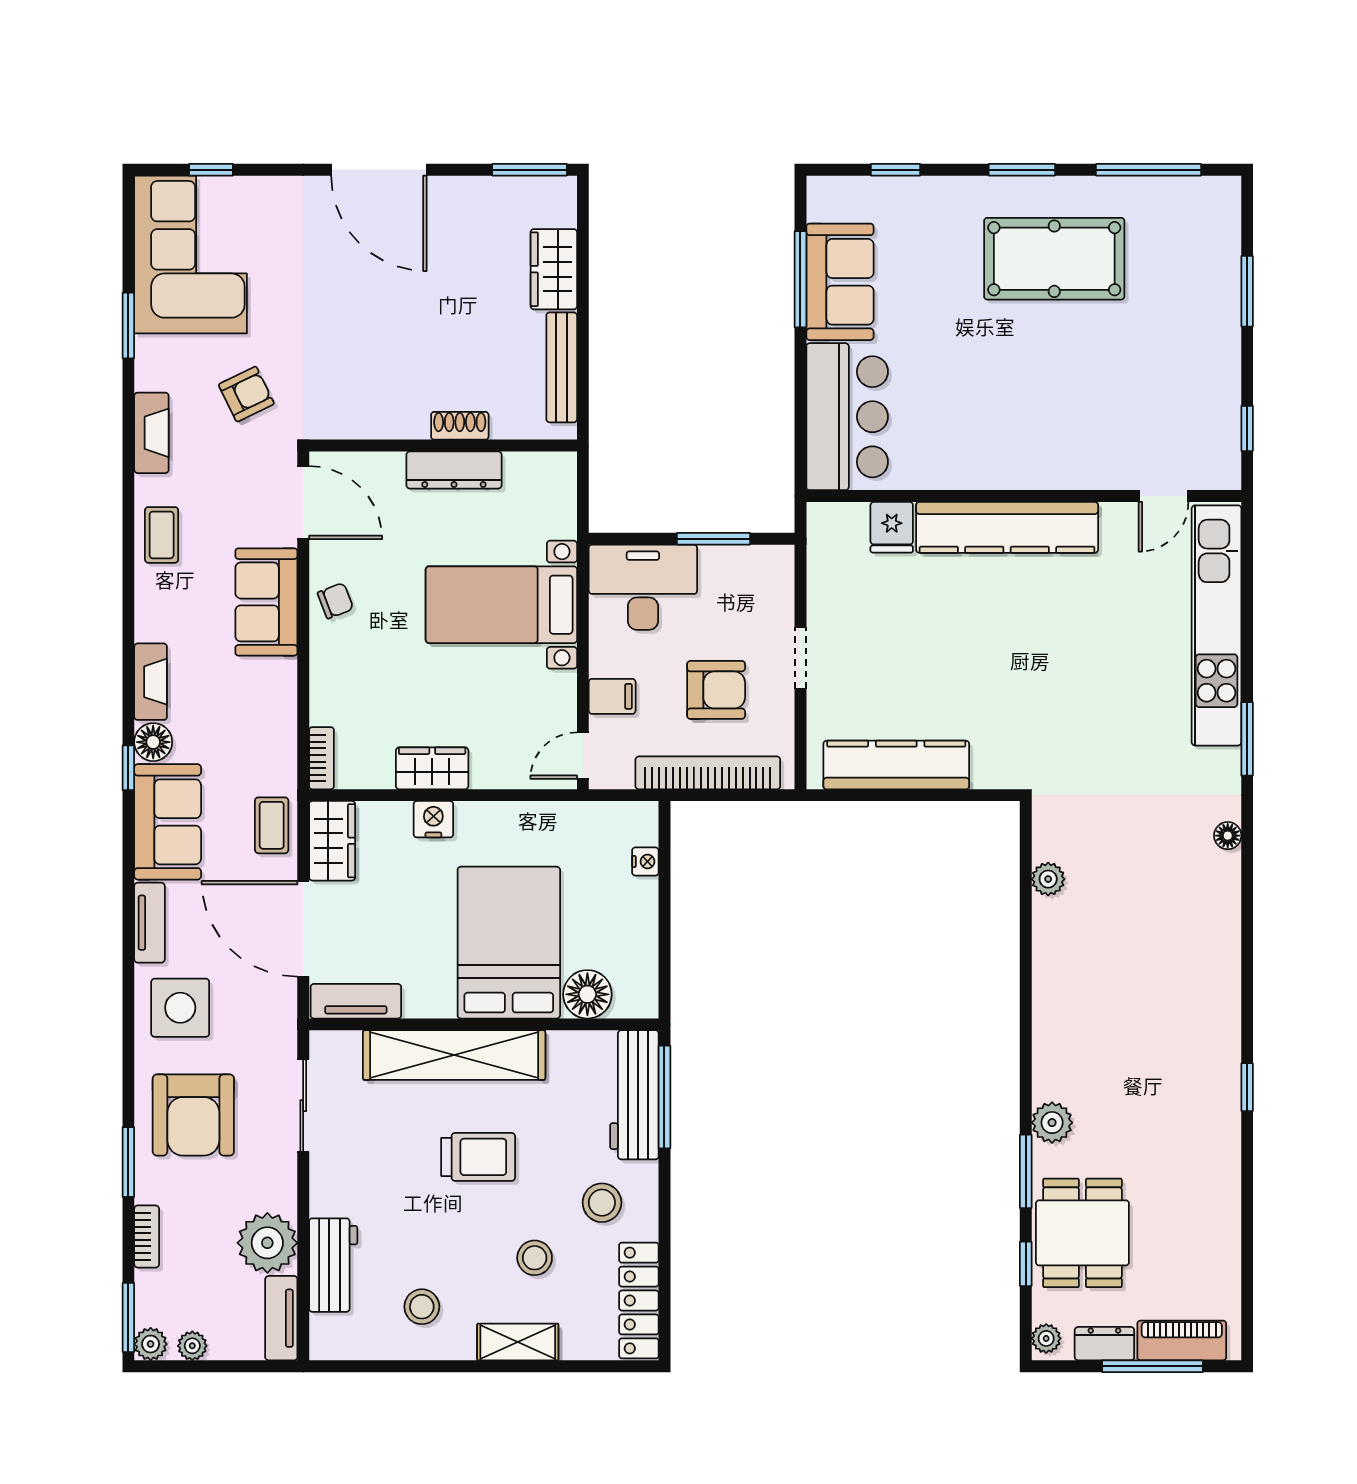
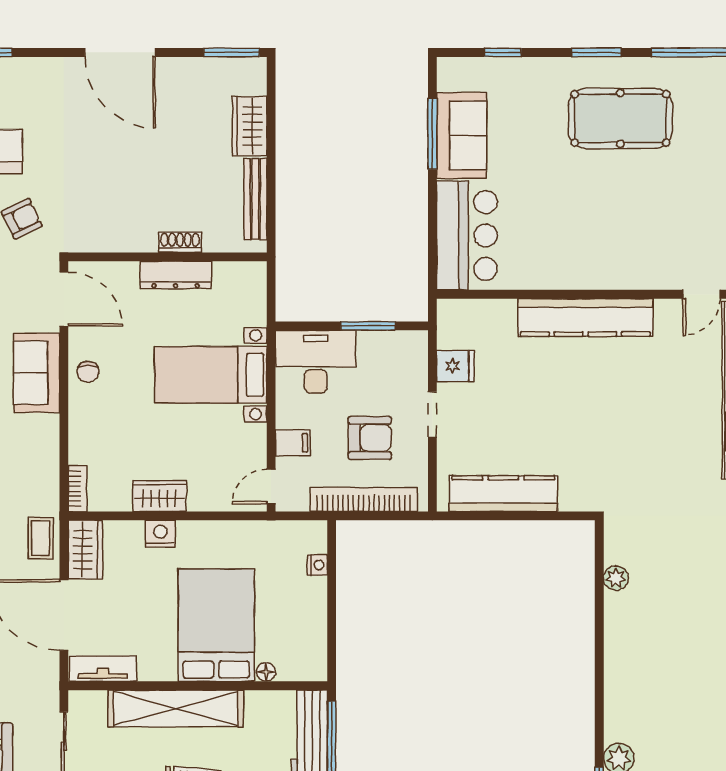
fridge: (892, 527) -> (455, 366), moved, turned -90
chair: (335, 601) -> (88, 372), turned 111
floor lamp: (587, 994) -> (266, 672), width x0.53, depth x0.53

